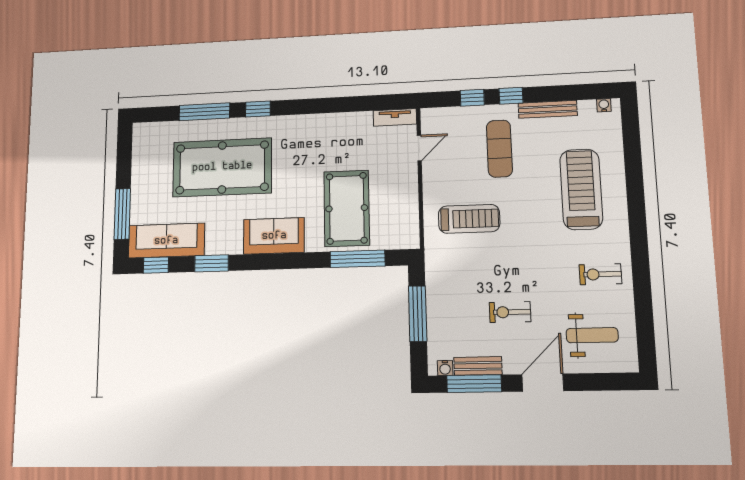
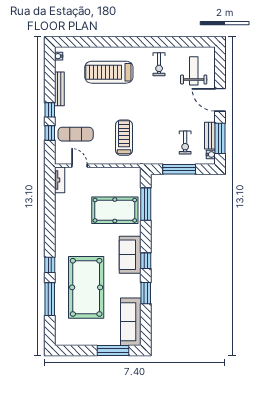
exercise mat: (499, 149) -> (76, 134), moved
window: (156, 265) -> (146, 261), moved
exercise bike: (510, 312) -> (185, 143), moved

